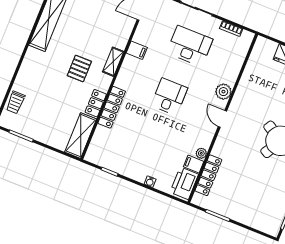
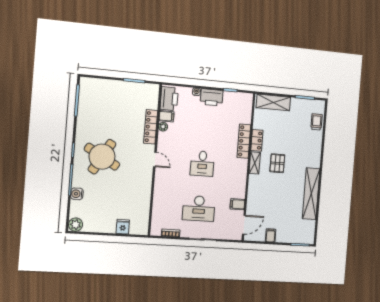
filing cabinet: (137, 50) -> (237, 204), moved
shelving: (113, 62) -> (255, 163), moved
plant: (223, 92) -> (161, 181), removed
shelving: (81, 136) -> (273, 102), moved, turned 90
printer: (134, 170) -> (212, 97), added
locker: (208, 175) -> (151, 127), moved

